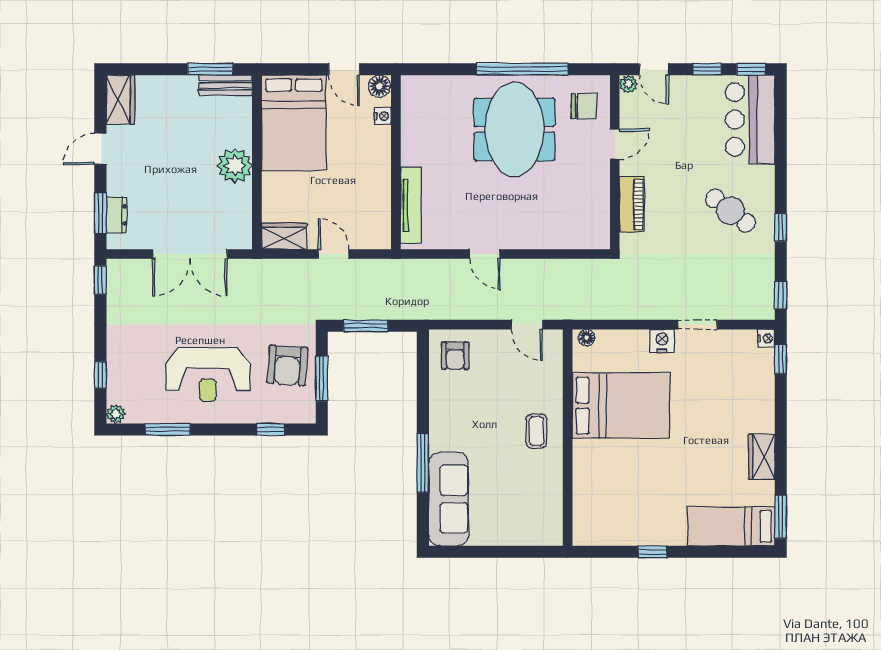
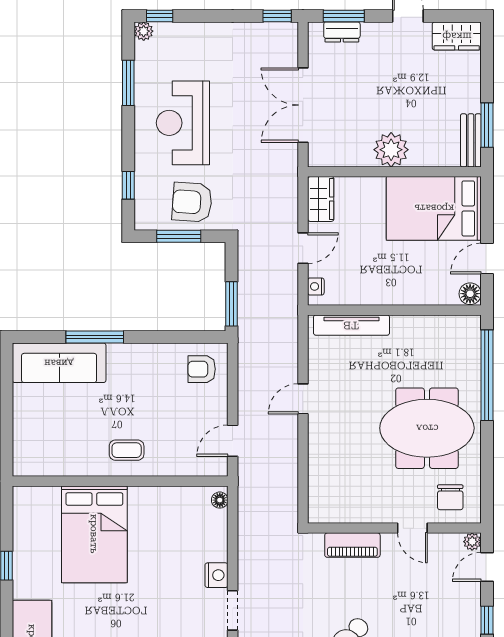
window: (522, 69) -> (487, 375), moved
nightstand: (383, 116) -> (316, 286), moved, turned 90
window: (366, 326) -> (231, 304), moved
window: (100, 375) -> (160, 16), moved
bed: (621, 406) -> (94, 534), moved

